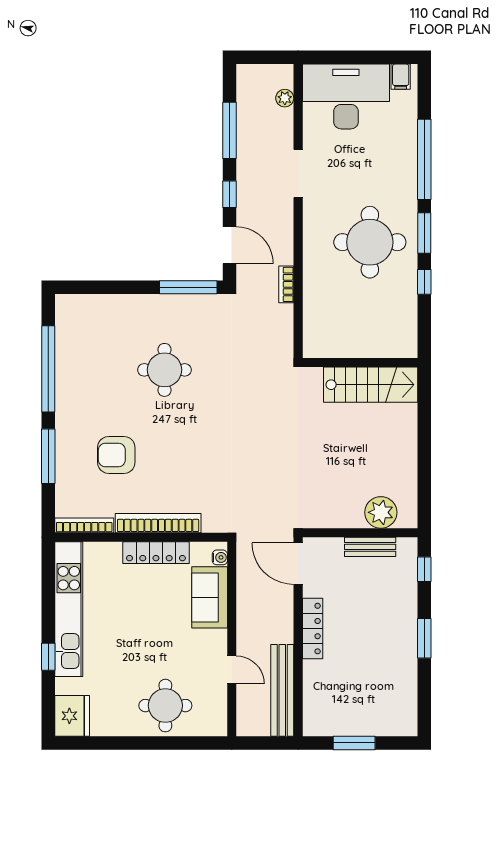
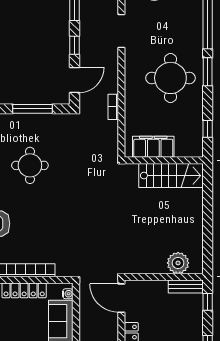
door: (230, 245) -> (74, 80), hinge flipped
window: (424, 282) -> (208, 129), moved
window: (188, 287) -> (33, 109), moved
filing cabinet: (345, 343) -> (153, 147), added
bench: (370, 547) -> (186, 287), moved

